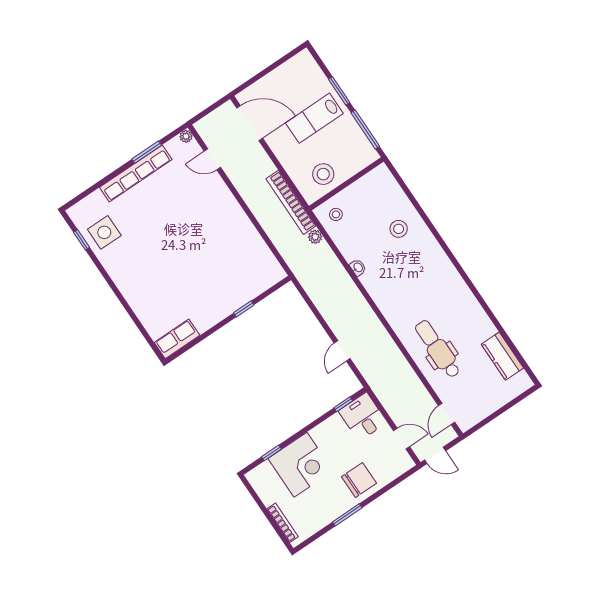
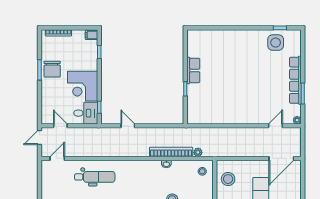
bookcase: (291, 202) -> (171, 152), moved
row of seats: (177, 339) -> (193, 70), moved
door: (447, 414) -> (57, 158), hinge flipped
door: (401, 439) -> (60, 126), swing flipped
corner desk: (300, 465) -> (83, 86), moved
filing cabinet: (256, 478) -> (92, 35), added
chair: (359, 480) -> (52, 69), moved

